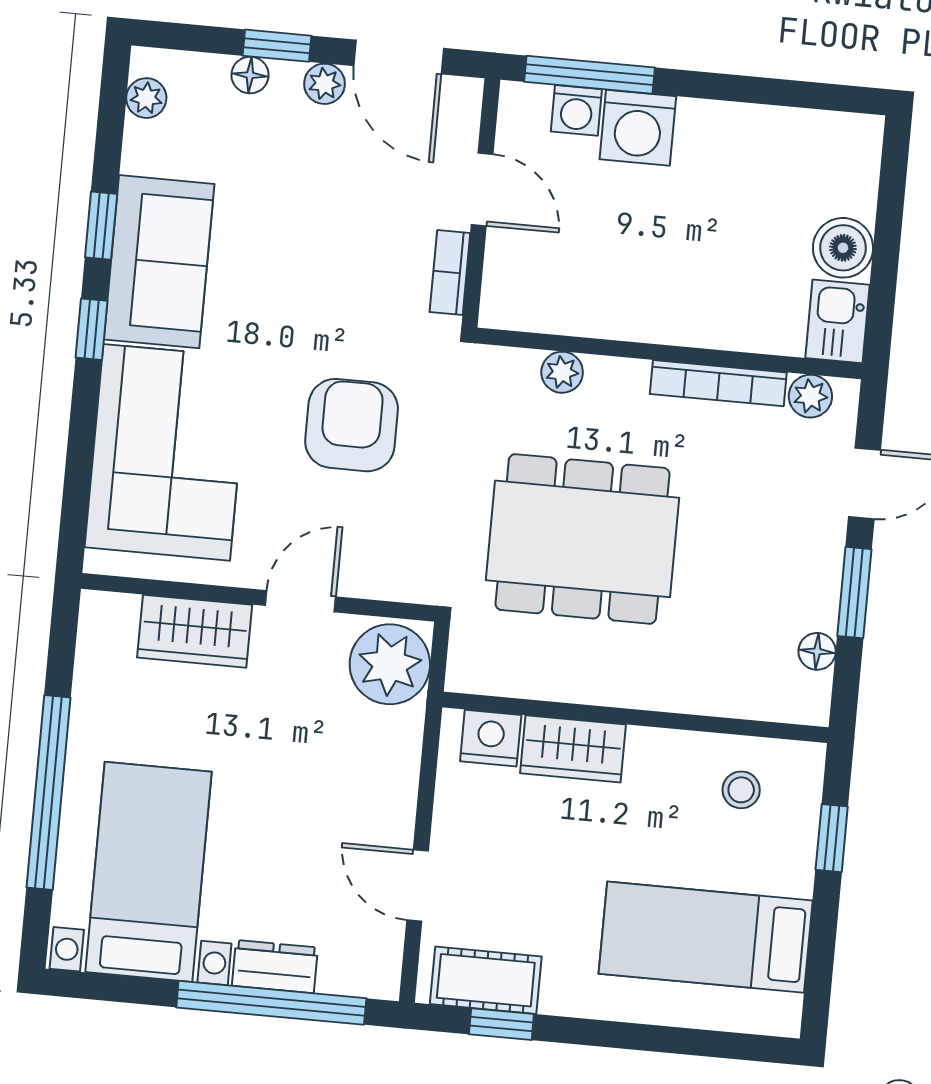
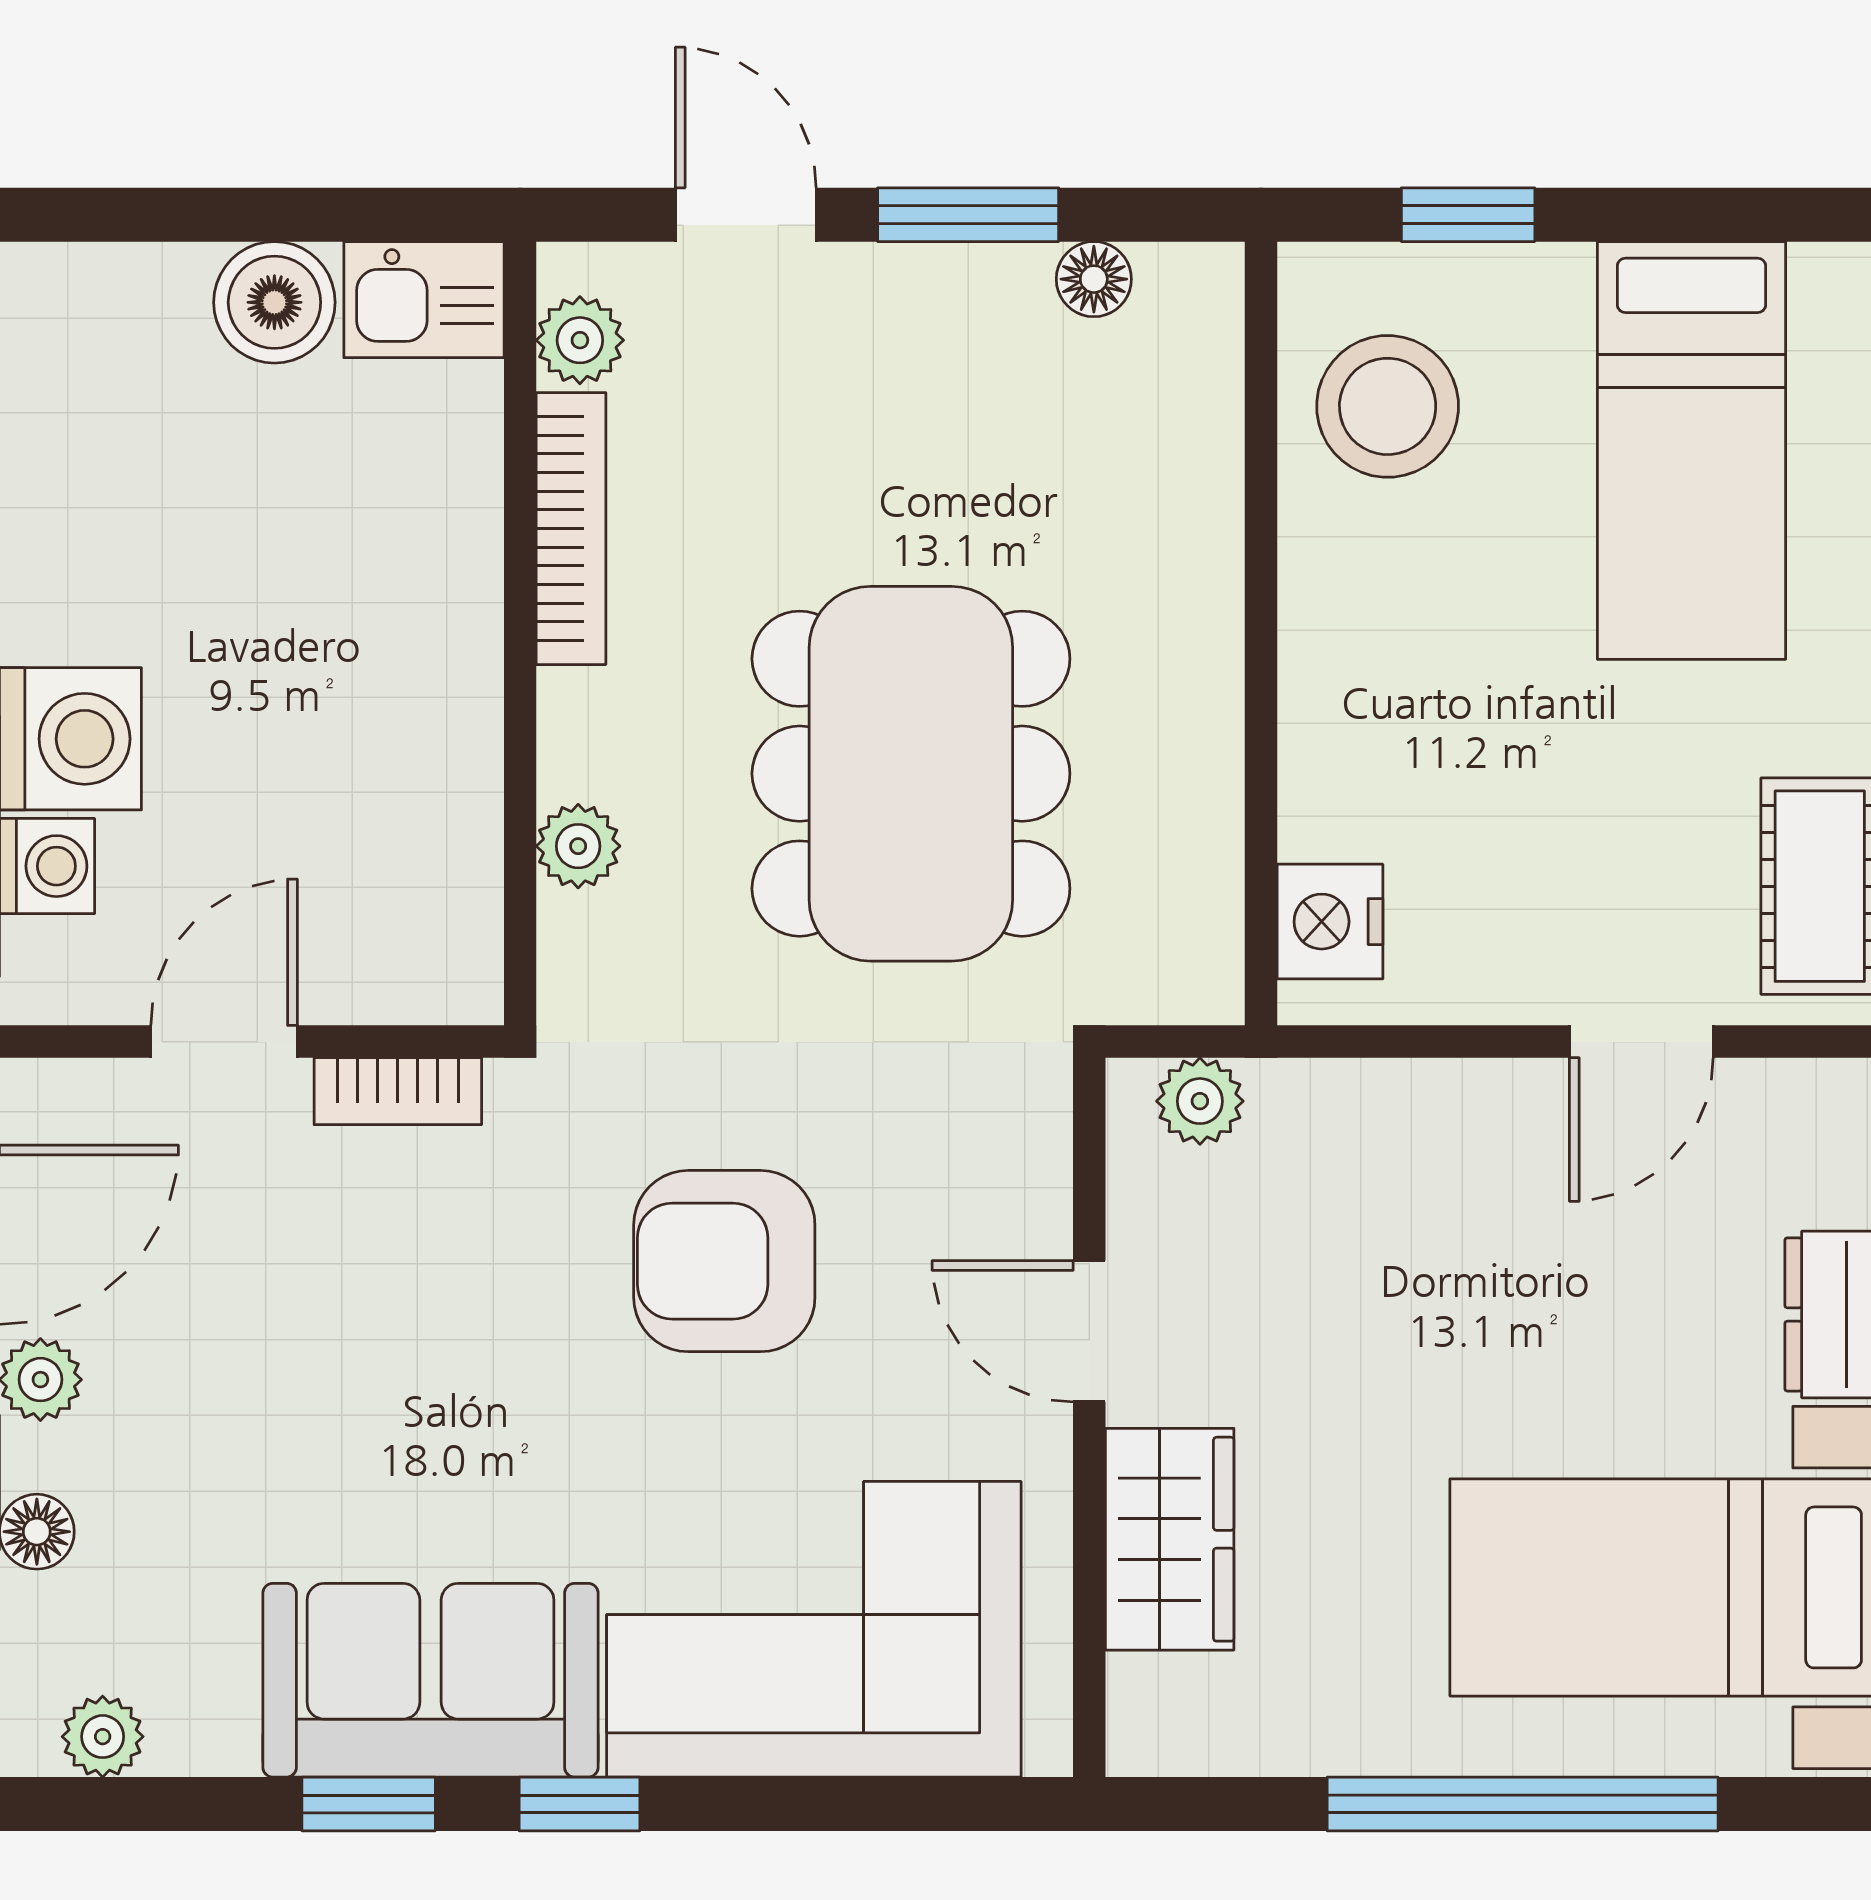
plant: (390, 664) -> (1200, 1101), width x0.53, depth x0.53
wardrobe: (573, 749) -> (1336, 754), removed
stool: (741, 790) -> (1388, 406), width x1.89, depth x1.89

